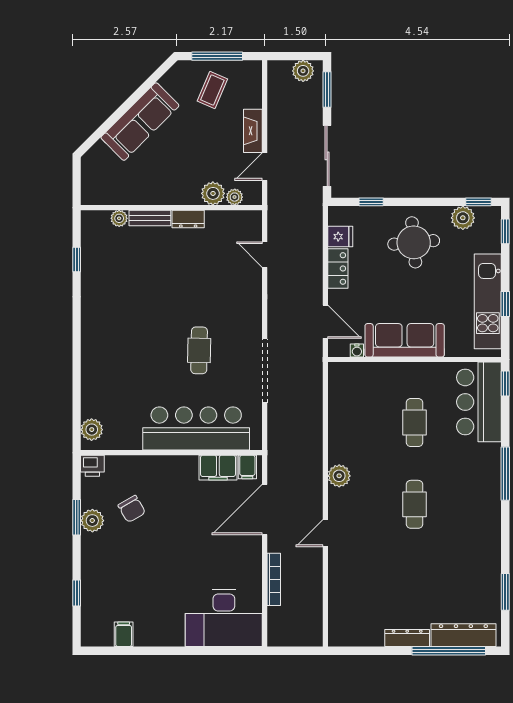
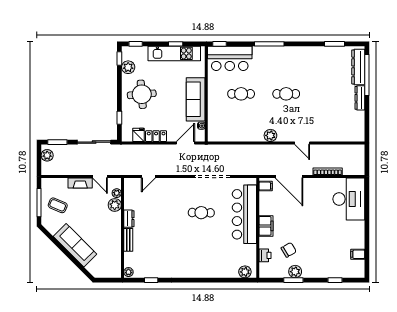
plant: (119, 218) -> (128, 272), moved
printer: (92, 466) -> (265, 255), moved
filing cabinet: (218, 468) -> (266, 226), moved

